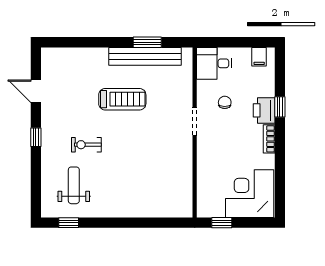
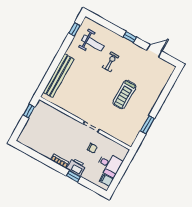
bench: (145, 56) -> (58, 76), moved
desk: (214, 63) -> (109, 165), moved, turned 90
corner desk: (250, 194) -> (36, 134), removed

